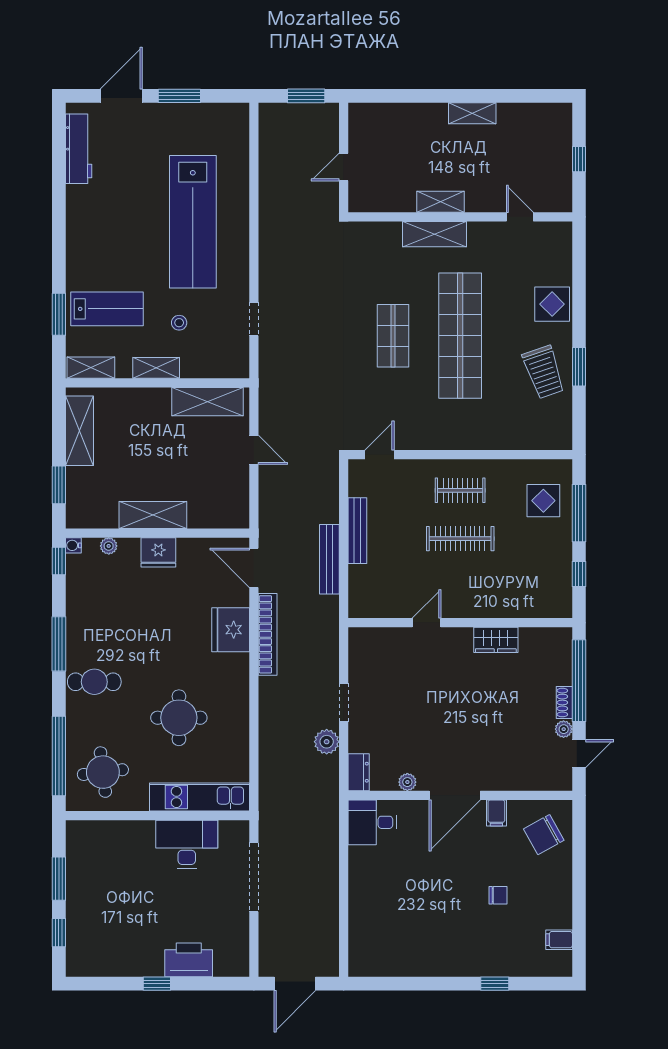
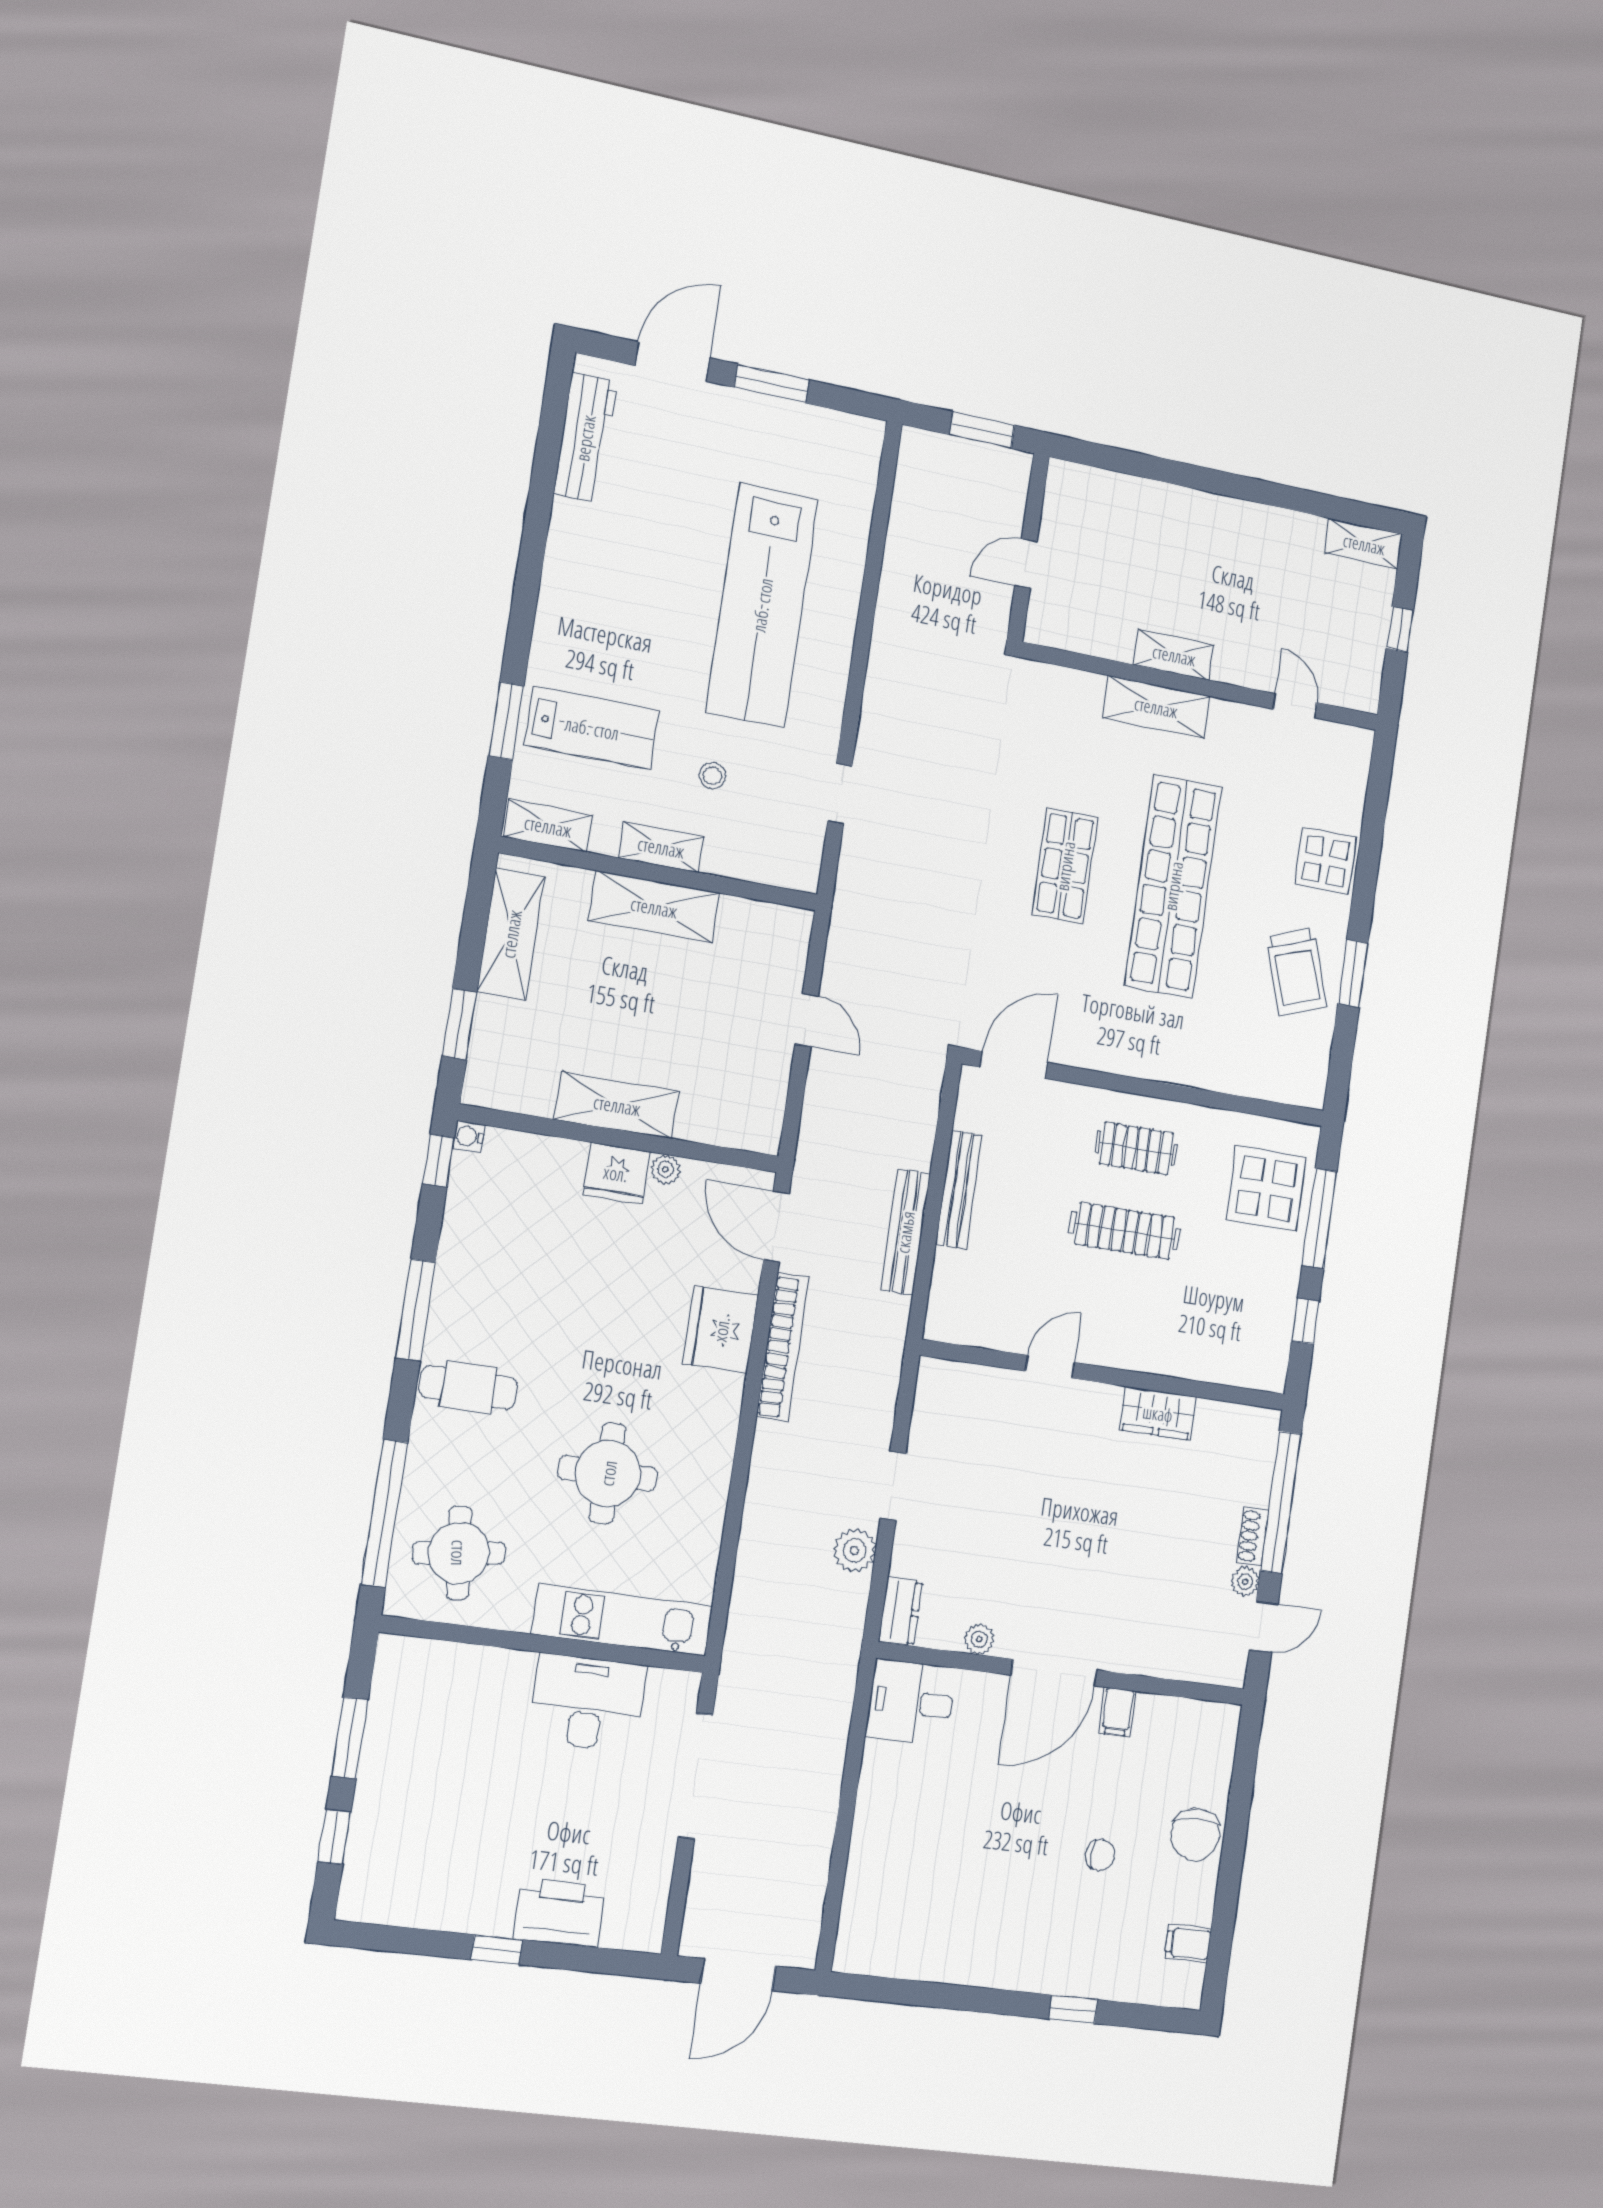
shelving: (472, 113) -> (1364, 544), moved
shelving: (207, 402) -> (654, 907), moved
door: (379, 455) -> (1014, 1065), width x1.38
display table: (543, 501) -> (1266, 1188), width x1.36, depth x1.36
plant: (109, 546) -> (666, 1169), moved
chair: (544, 835) -> (1195, 1834), moved, turned -61

